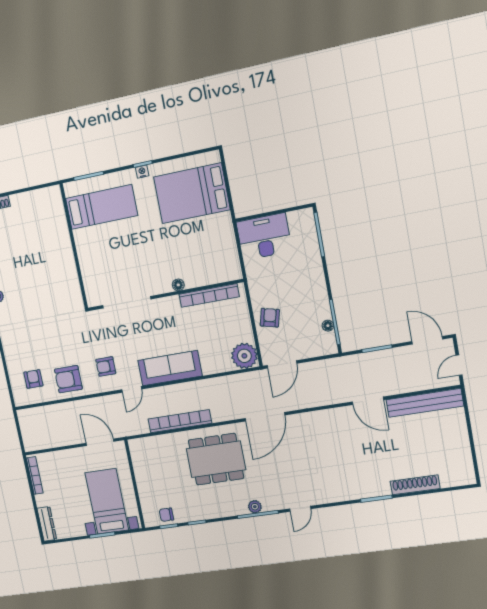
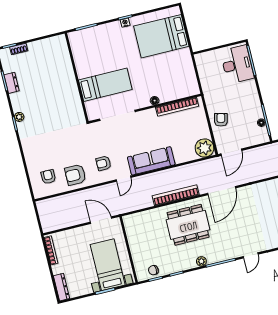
bed: (102, 207) -> (105, 85), moved
desk: (264, 237) -> (237, 64), moved, turned 90
bookcase: (180, 421) -> (176, 195), moved
plant: (255, 507) -> (201, 261), moved

